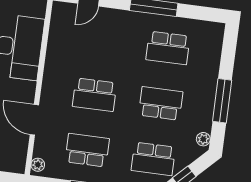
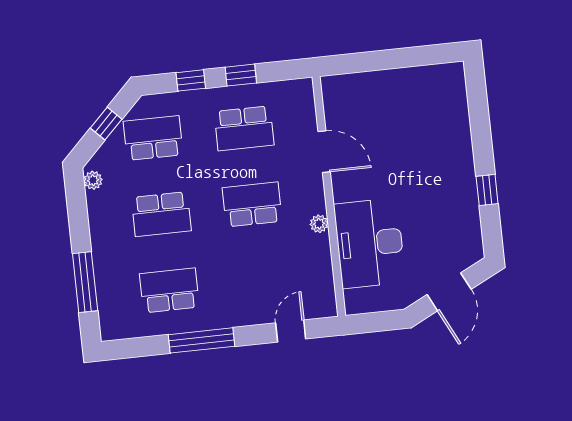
window: (222, 101) -> (85, 282), moved
plant: (38, 165) -> (319, 224), moved

